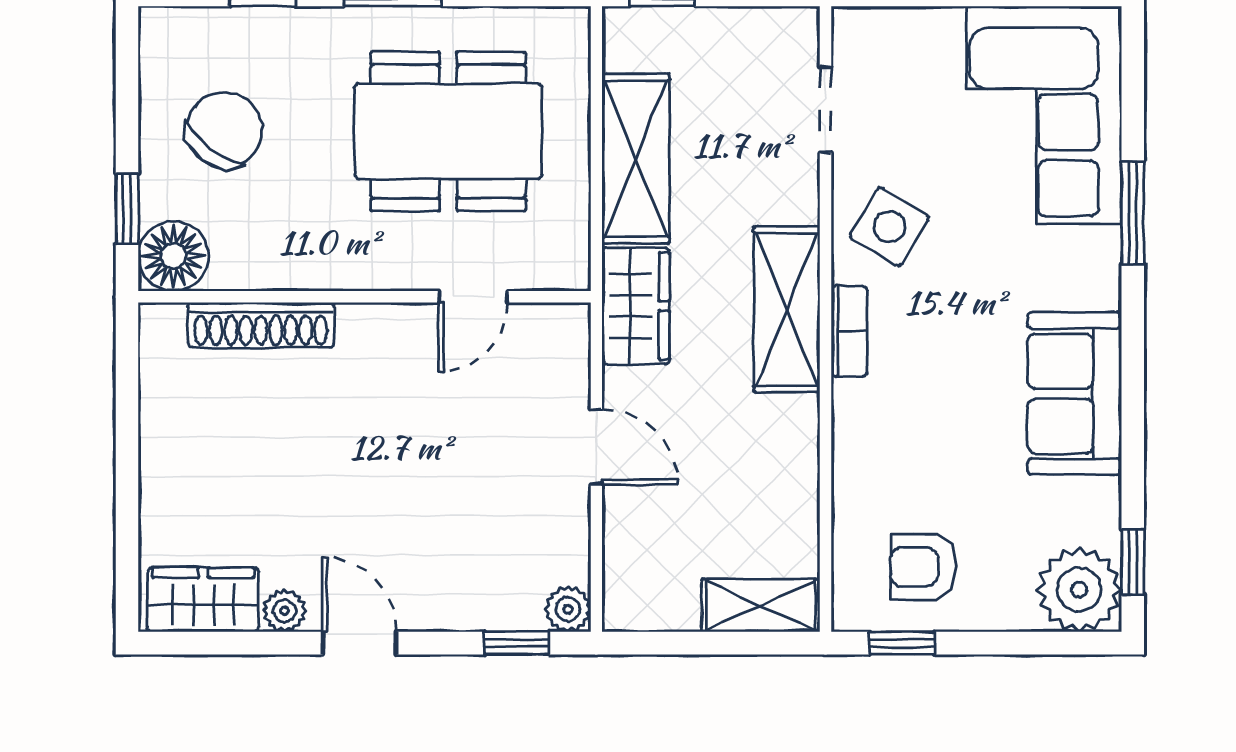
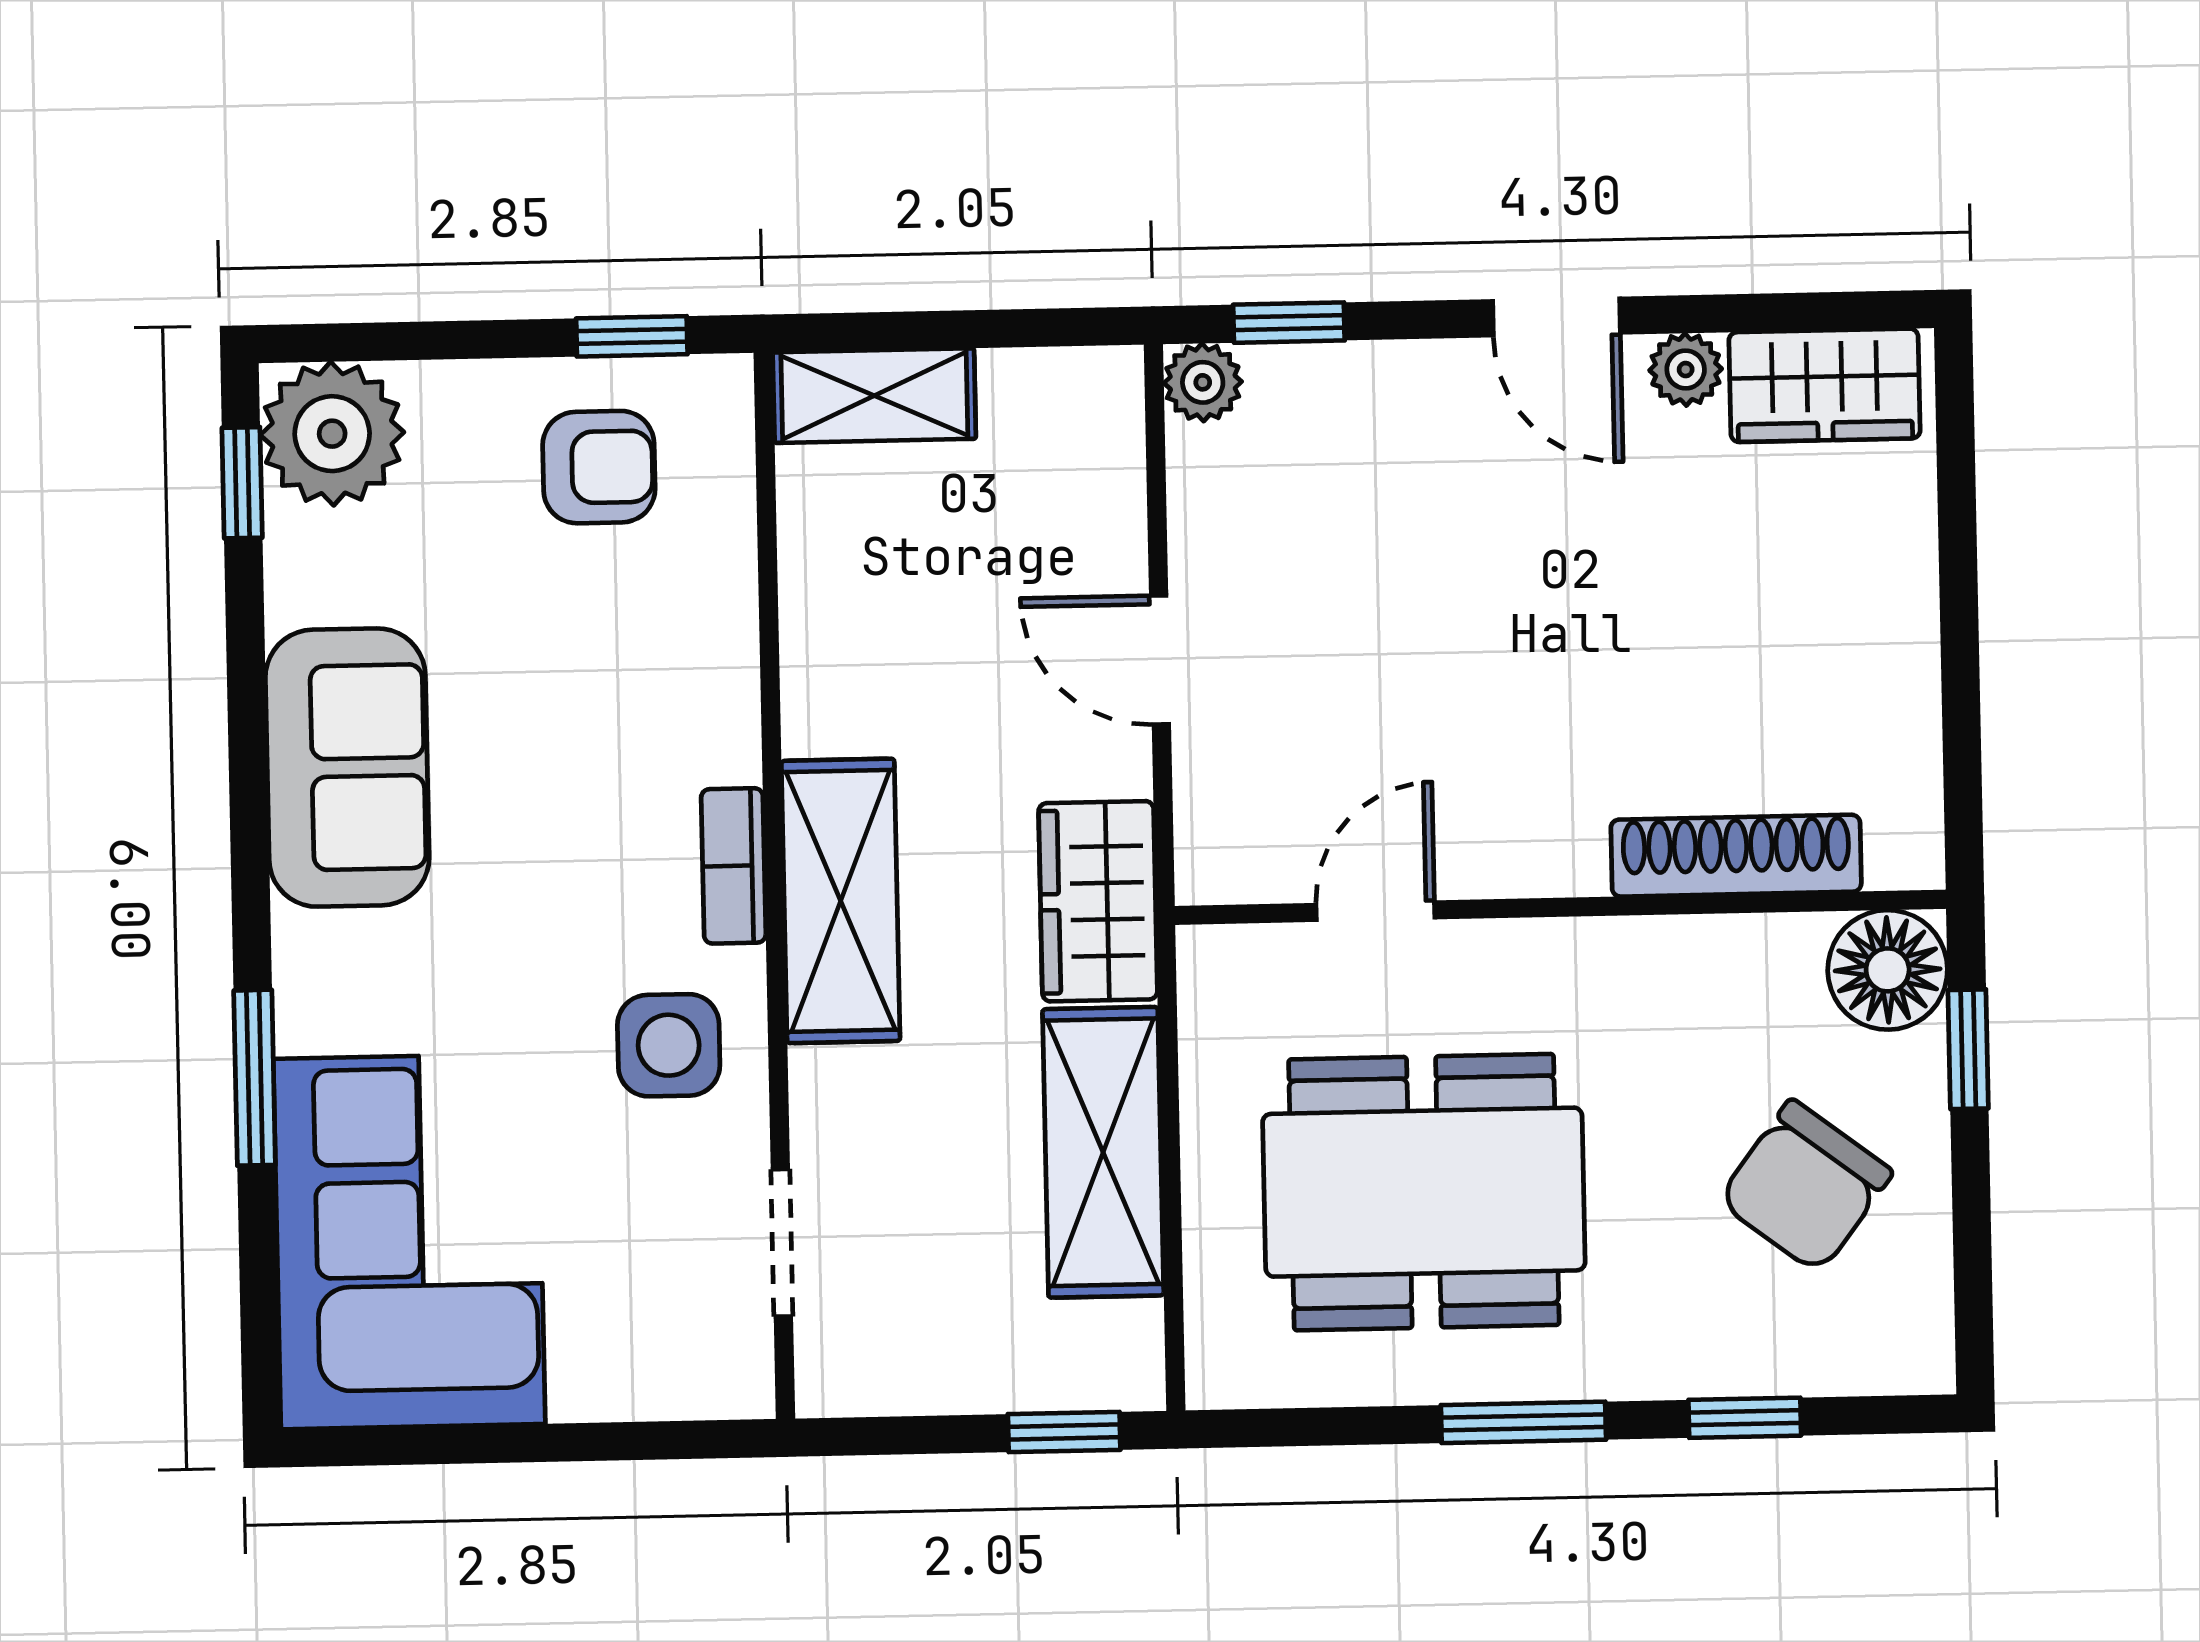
side table: (889, 227) -> (669, 1045), turned -31

